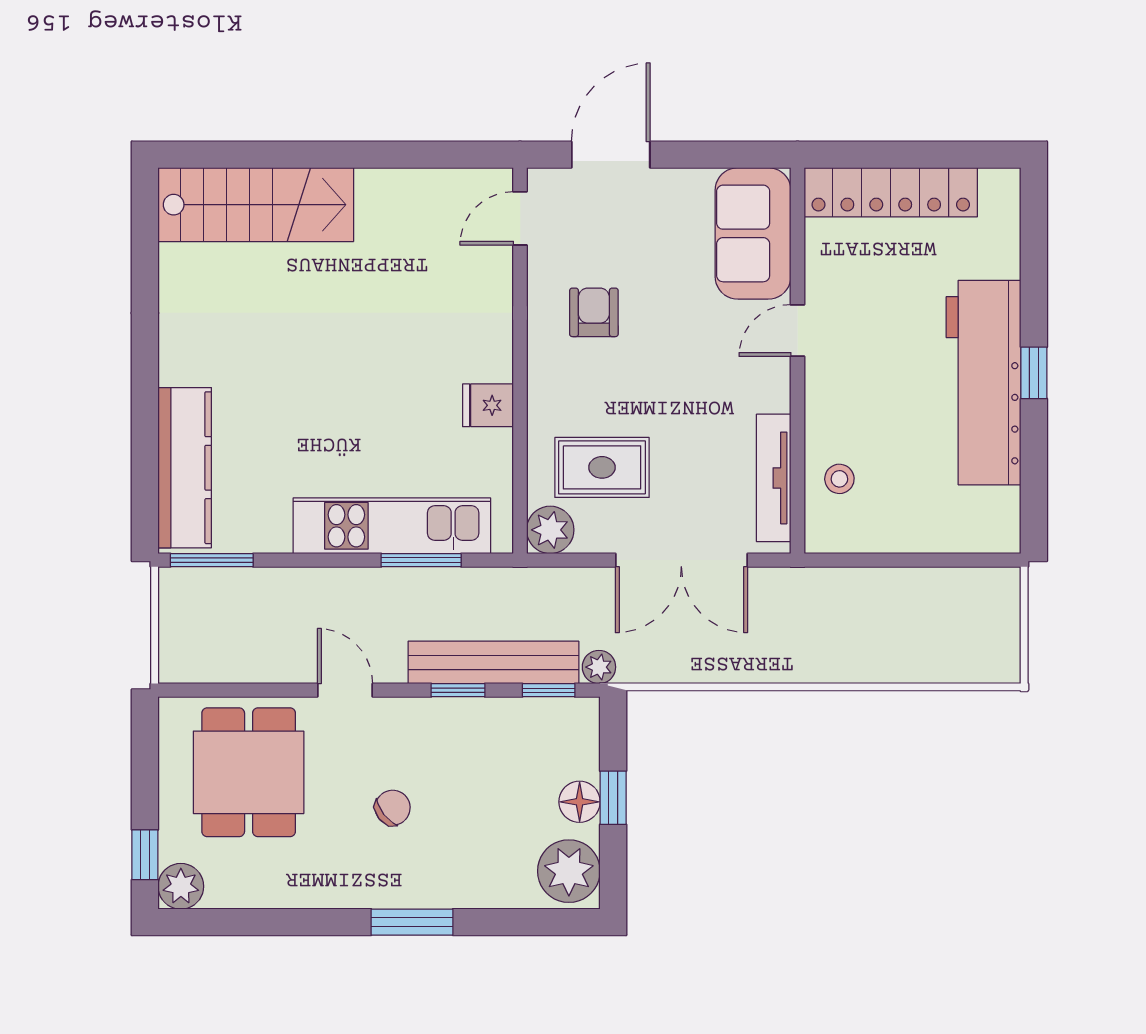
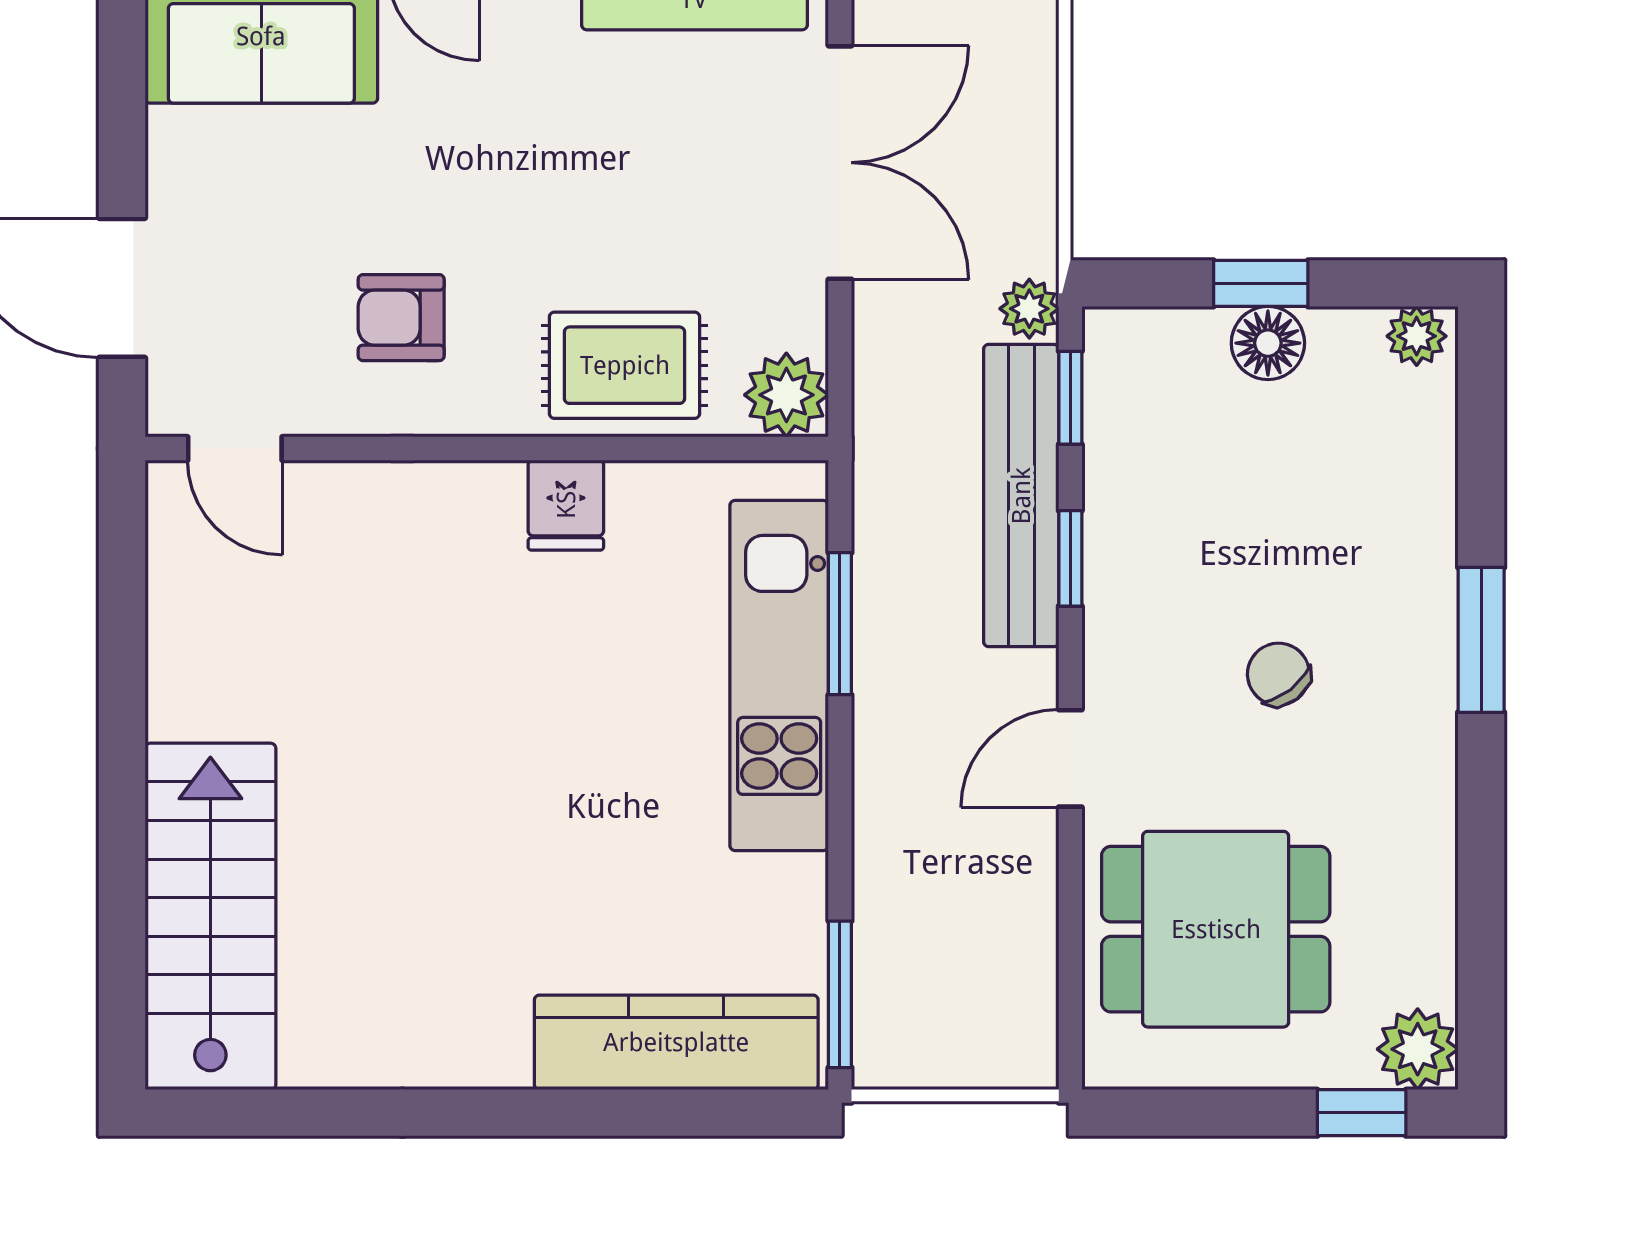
rug: (602, 467) -> (625, 365), moved, turned 90
plant: (569, 871) -> (1417, 336), width x0.53, depth x0.53

